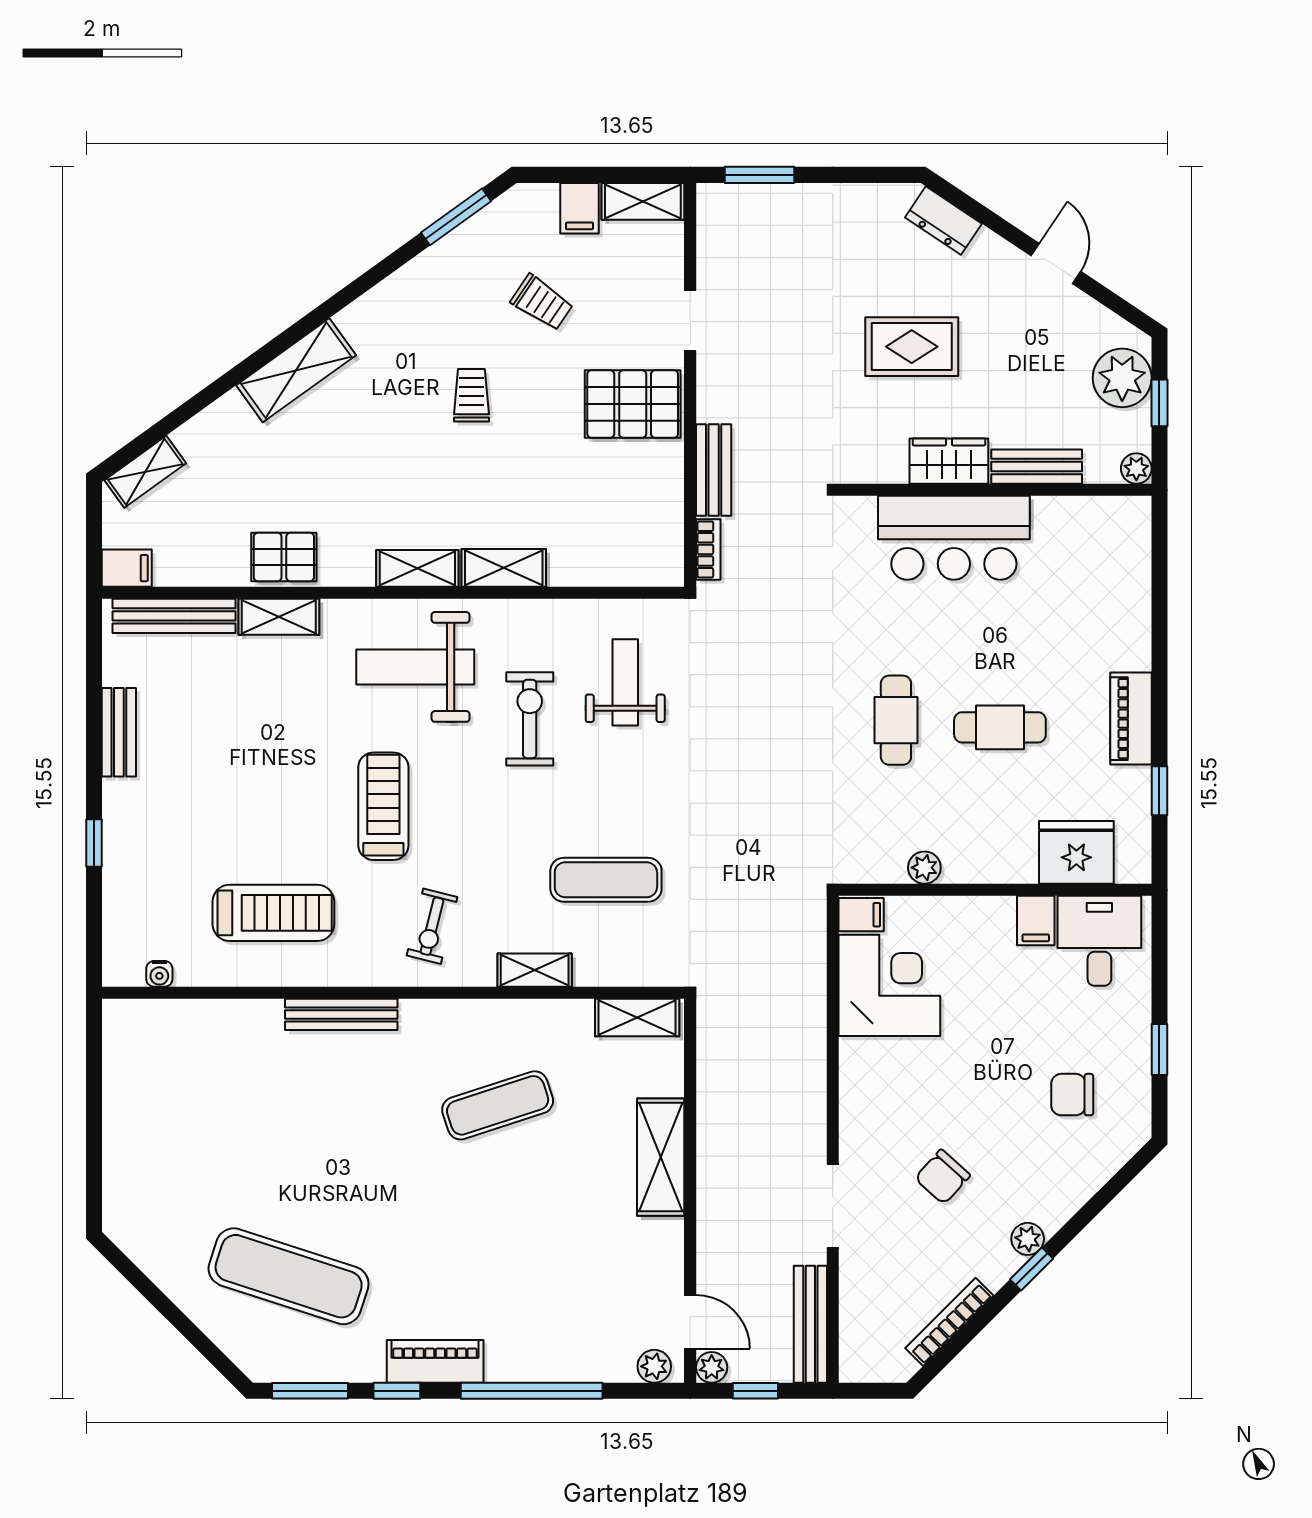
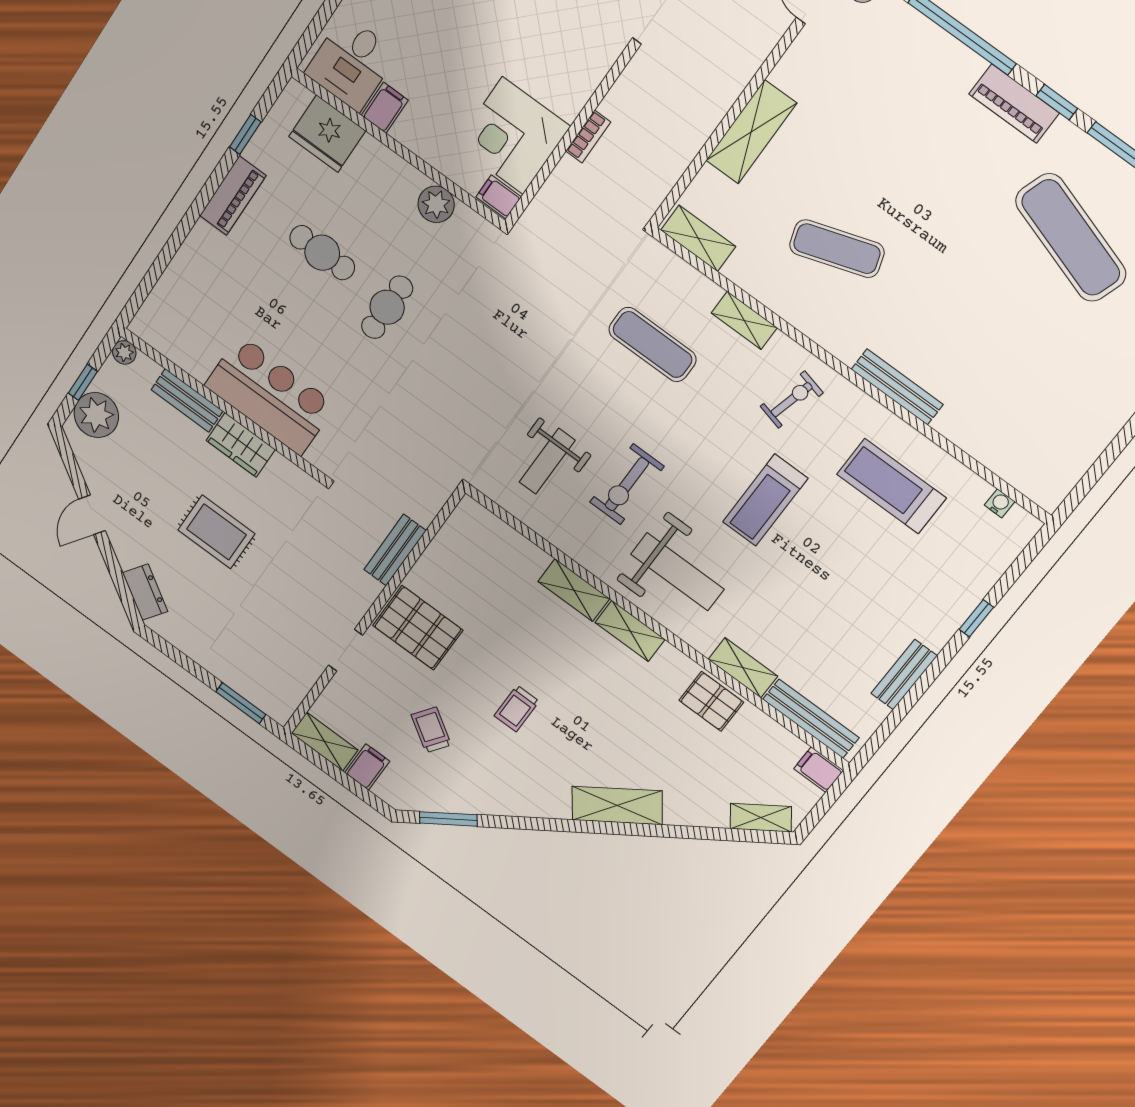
bookcase: (708, 549) -> (588, 137), moved, turned 180
plant: (924, 868) -> (436, 204), width x1.38, depth x1.38

